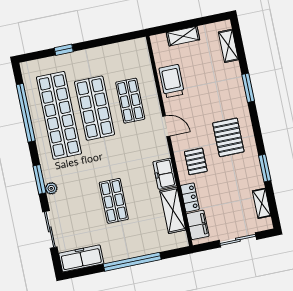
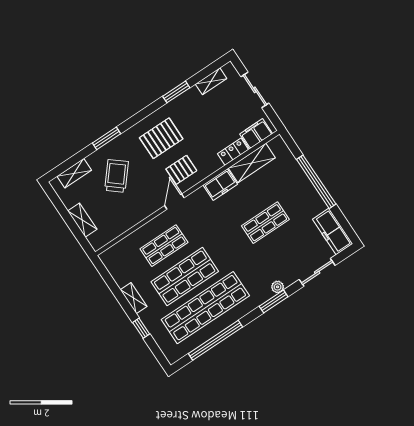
shelving: (94, 54) -> (134, 298), added
trolley: (172, 81) -> (116, 176), moved, turned 130
pallet: (196, 161) -> (181, 170), moved

